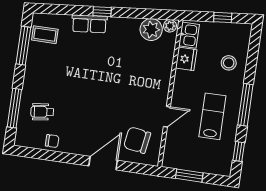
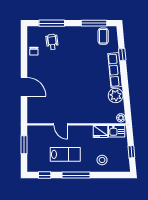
window: (102, 12) -> (122, 54), moved
row of seats: (89, 24) -> (115, 70), width x1.48
plant: (151, 30) -> (116, 95), moved
chair: (137, 140) -> (42, 107), removed

